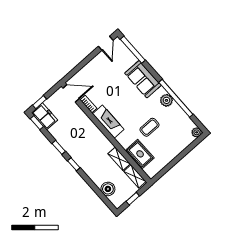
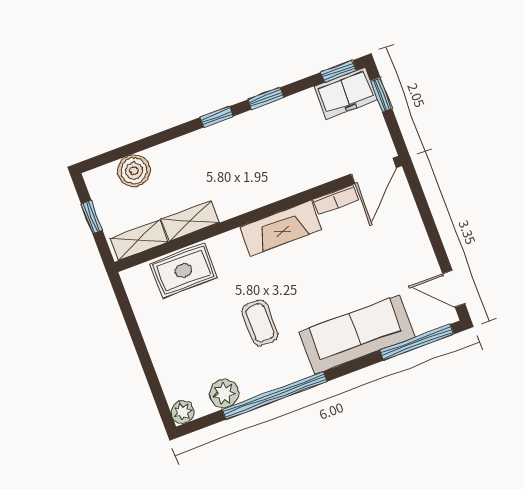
sofa: (143, 79) -> (357, 335), width x1.36
plant: (166, 100) -> (224, 393), moved
coffee table: (150, 127) -> (260, 323), moved

